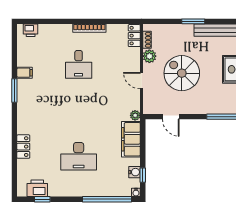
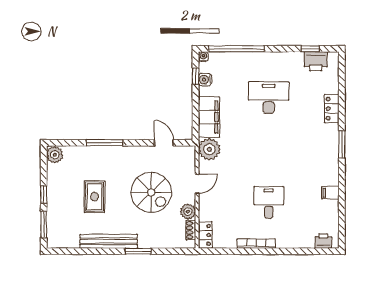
door: (142, 81) -> (197, 184), hinge flipped
window: (14, 91) -> (342, 144), moved
plant: (135, 115) -> (209, 149), width x1.88, depth x1.88

